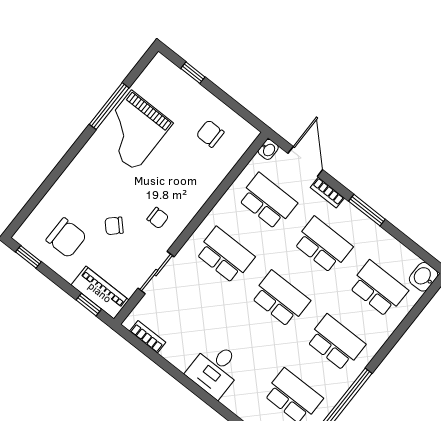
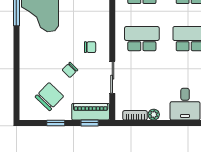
chair: (66, 238) -> (49, 97), turned -46
window: (28, 257) -> (56, 123), moved
plant: (170, 353) -> (154, 115), added

